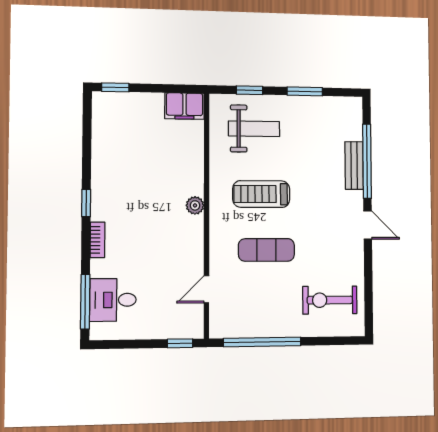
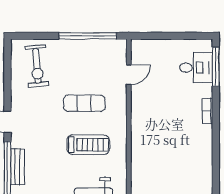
window: (86, 203) -> (216, 137), removed
plant: (195, 205) -> (137, 136), removed
exercise bike: (330, 300) -> (37, 66), turned 85
window: (180, 343) -> (148, 36), removed

